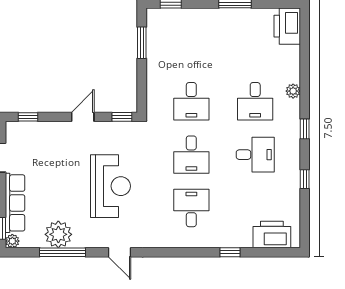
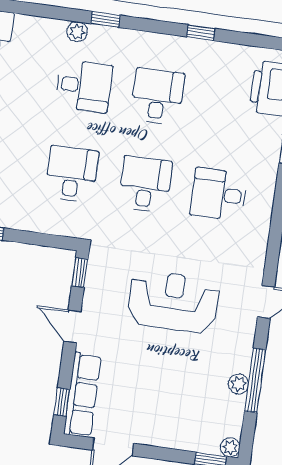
desk: (191, 101) -> (72, 174), turned -90
window: (305, 129) -> (105, 19), moved
desk: (191, 155) -> (145, 184), turned -90
row of seats: (15, 203) -> (82, 395), moved, turned 90
plant: (58, 234) -> (239, 384), width x0.53, depth x0.53

